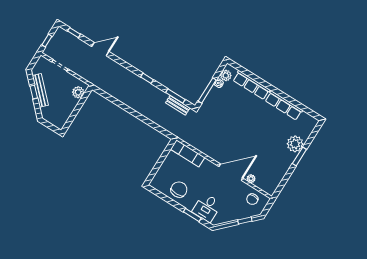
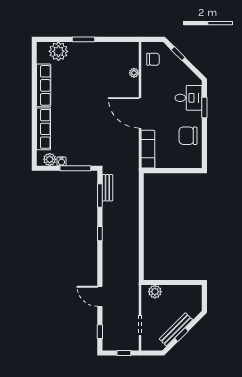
plant: (295, 144) -> (58, 51), moved
door: (231, 172) -> (140, 113), moved

